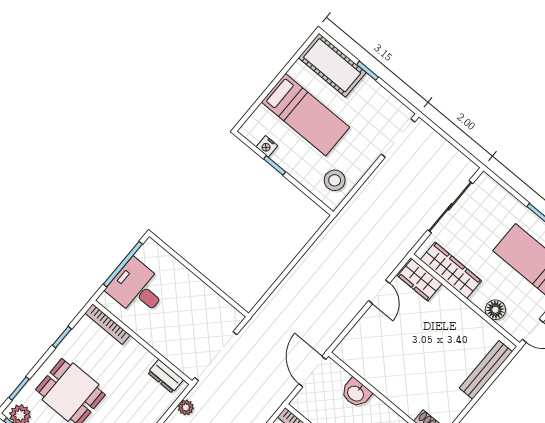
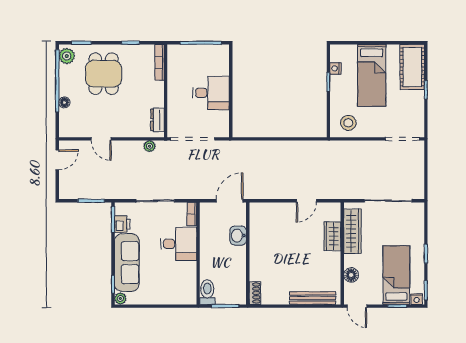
wardrobe: (420, 280) -> (332, 236), moved
desk: (137, 289) -> (211, 93), moved, turned 90

